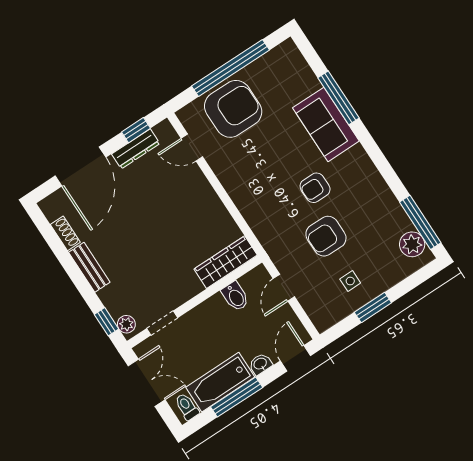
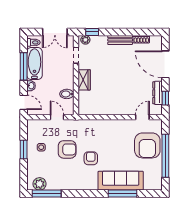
sofa: (326, 124) -> (121, 181), width x1.36
armchair: (326, 236) -> (67, 149), turned 90
wardrobe: (226, 262) -> (84, 80), moved, width x0.67

